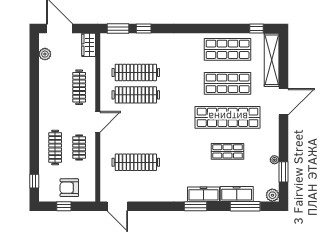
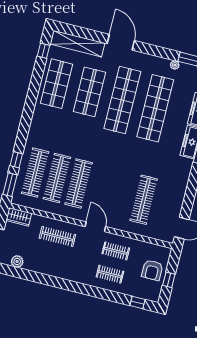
clothes rail: (136, 50) -> (35, 173), added
clothes rail: (55, 147) -> (110, 274), width x0.73
shop shelf: (228, 151) -> (155, 108), width x2.00, depth x1.36

